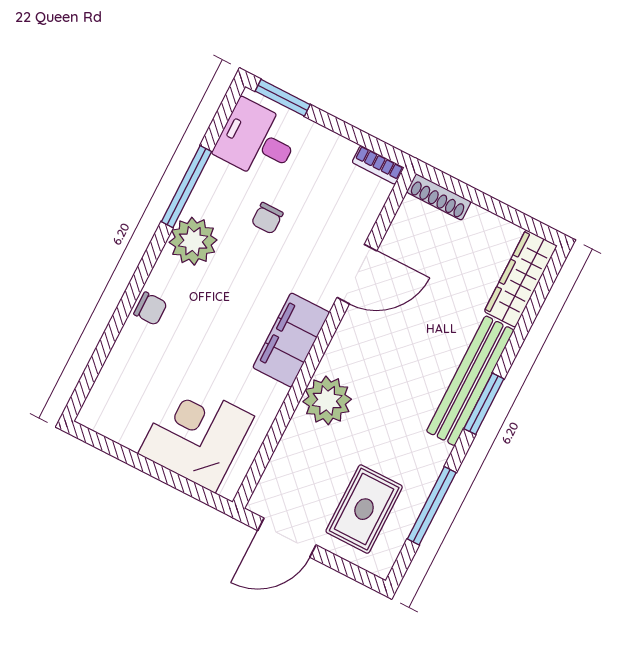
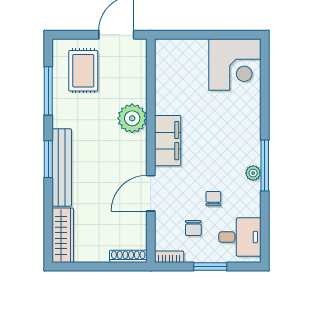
window: (283, 98) -> (210, 267), moved
window: (186, 187) -> (265, 165), moved
plant: (193, 241) -> (253, 173), width x0.53, depth x0.53
chair: (150, 309) -> (193, 228), moved, turned -90
corner desk: (196, 435) -> (235, 64), moved

